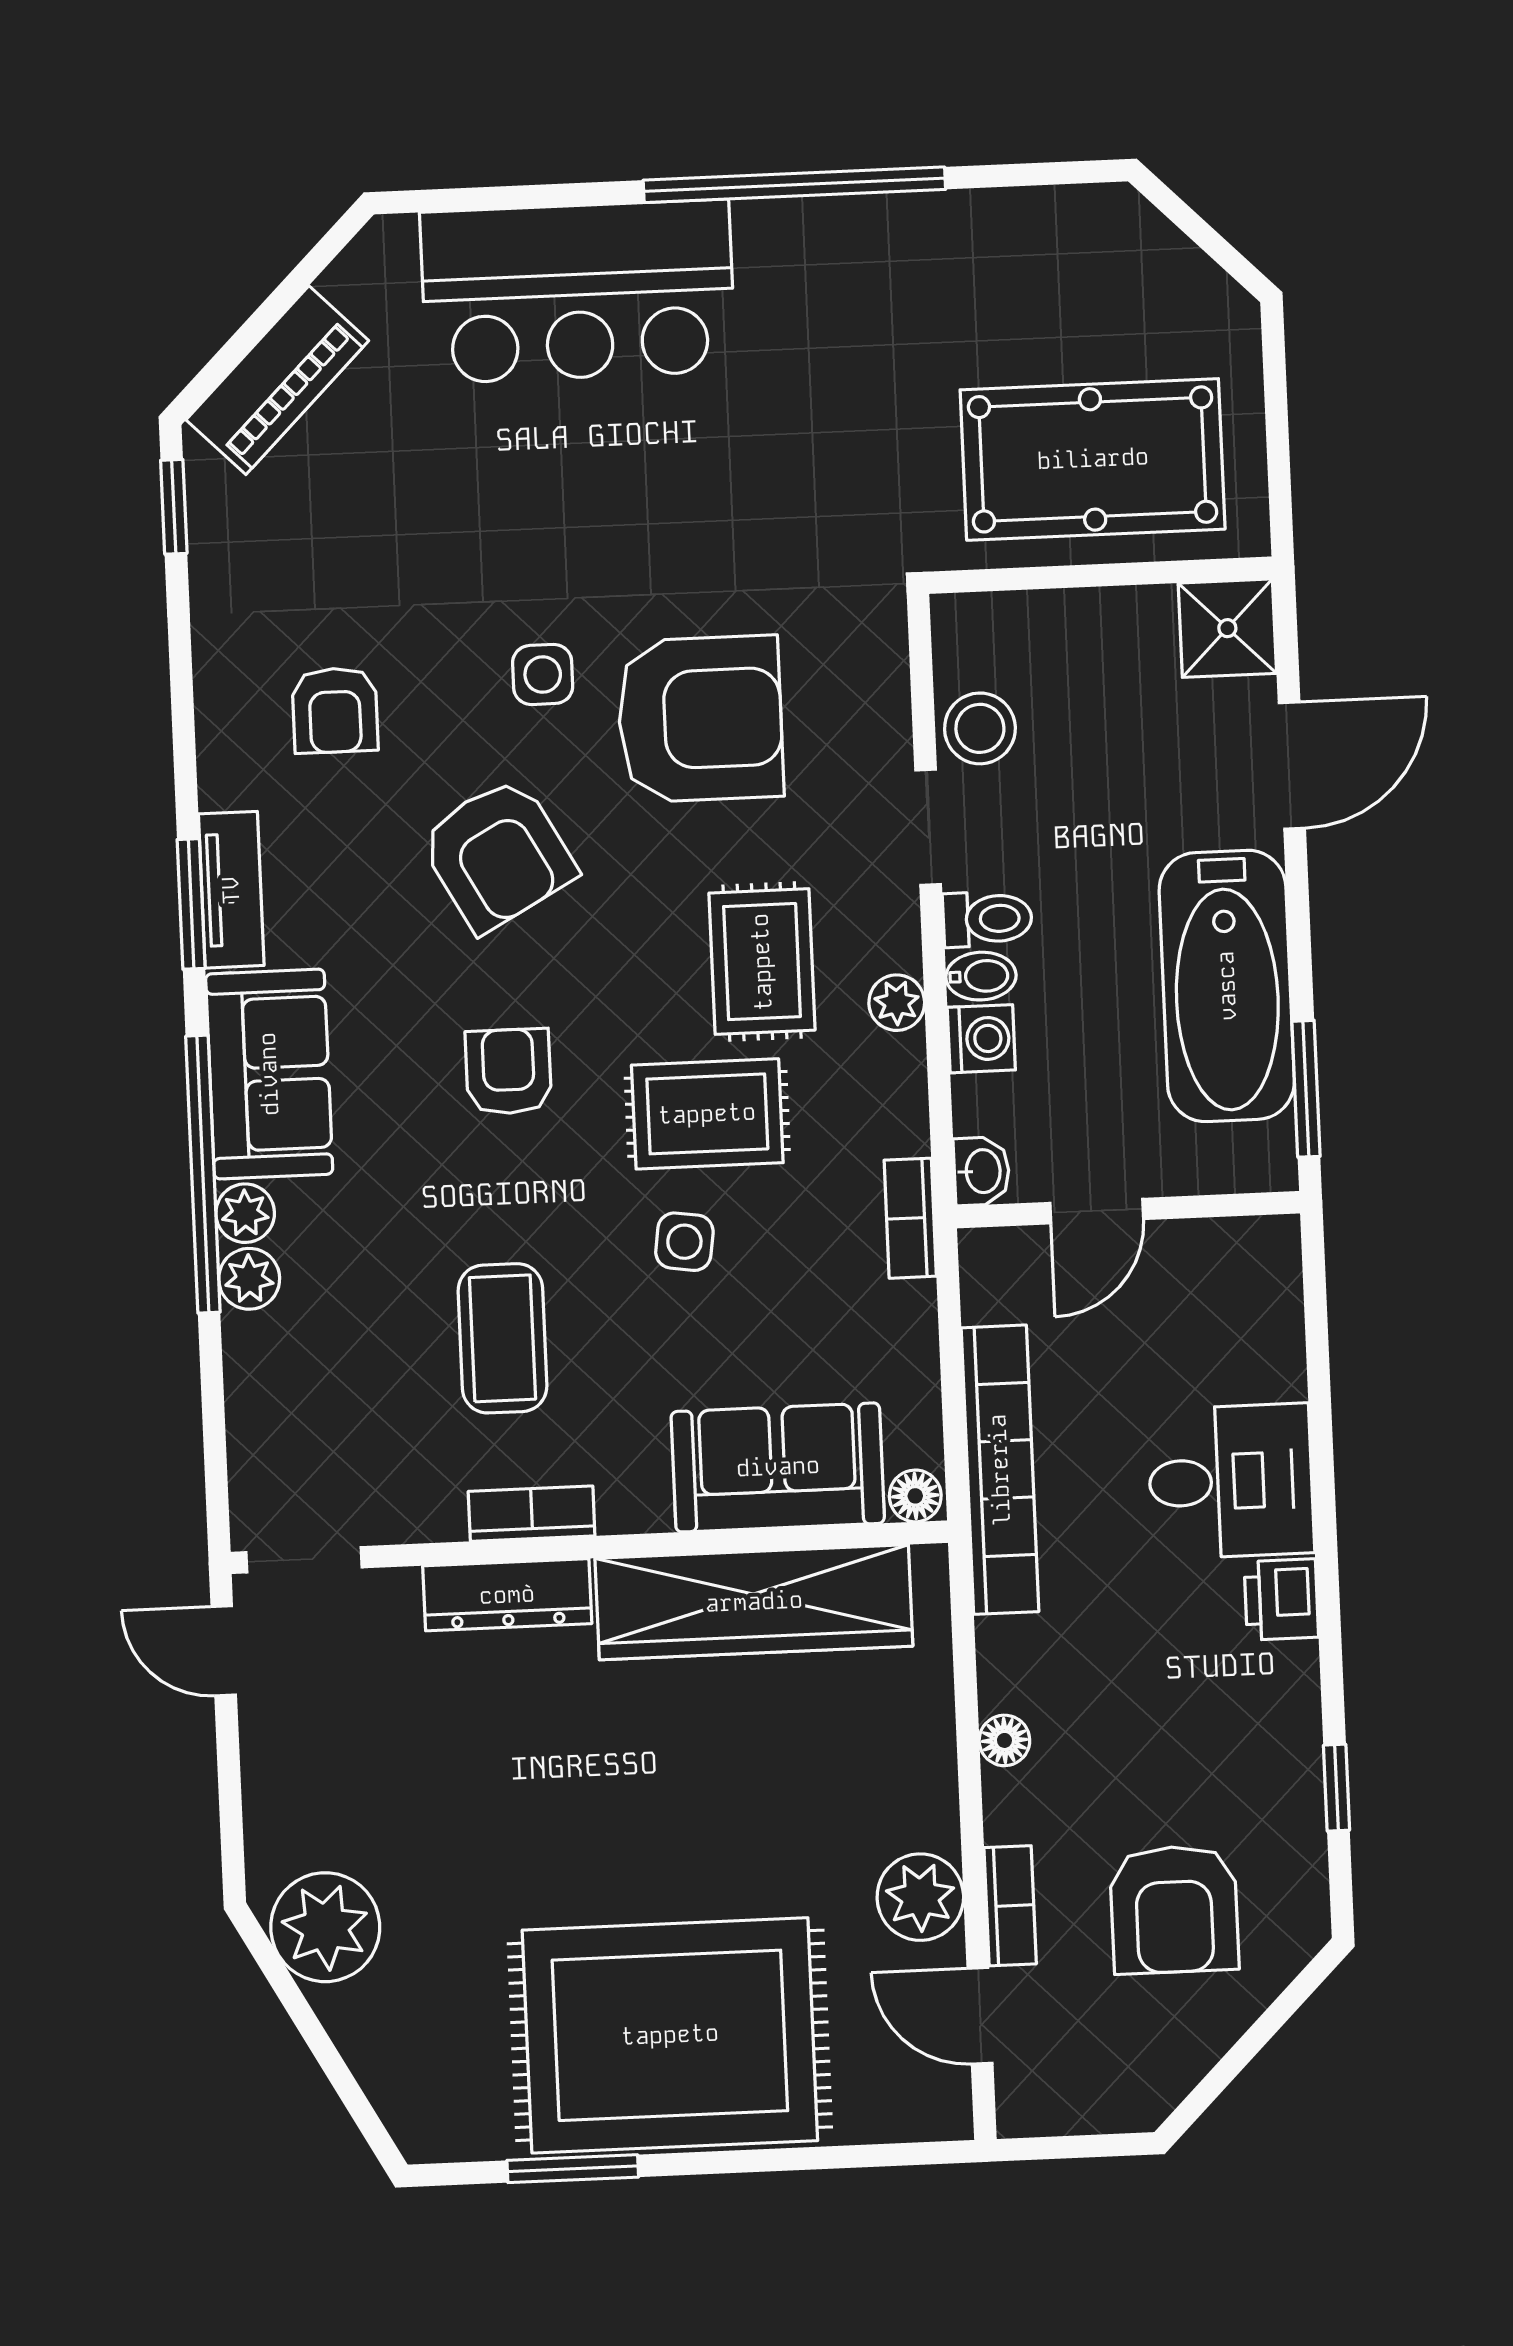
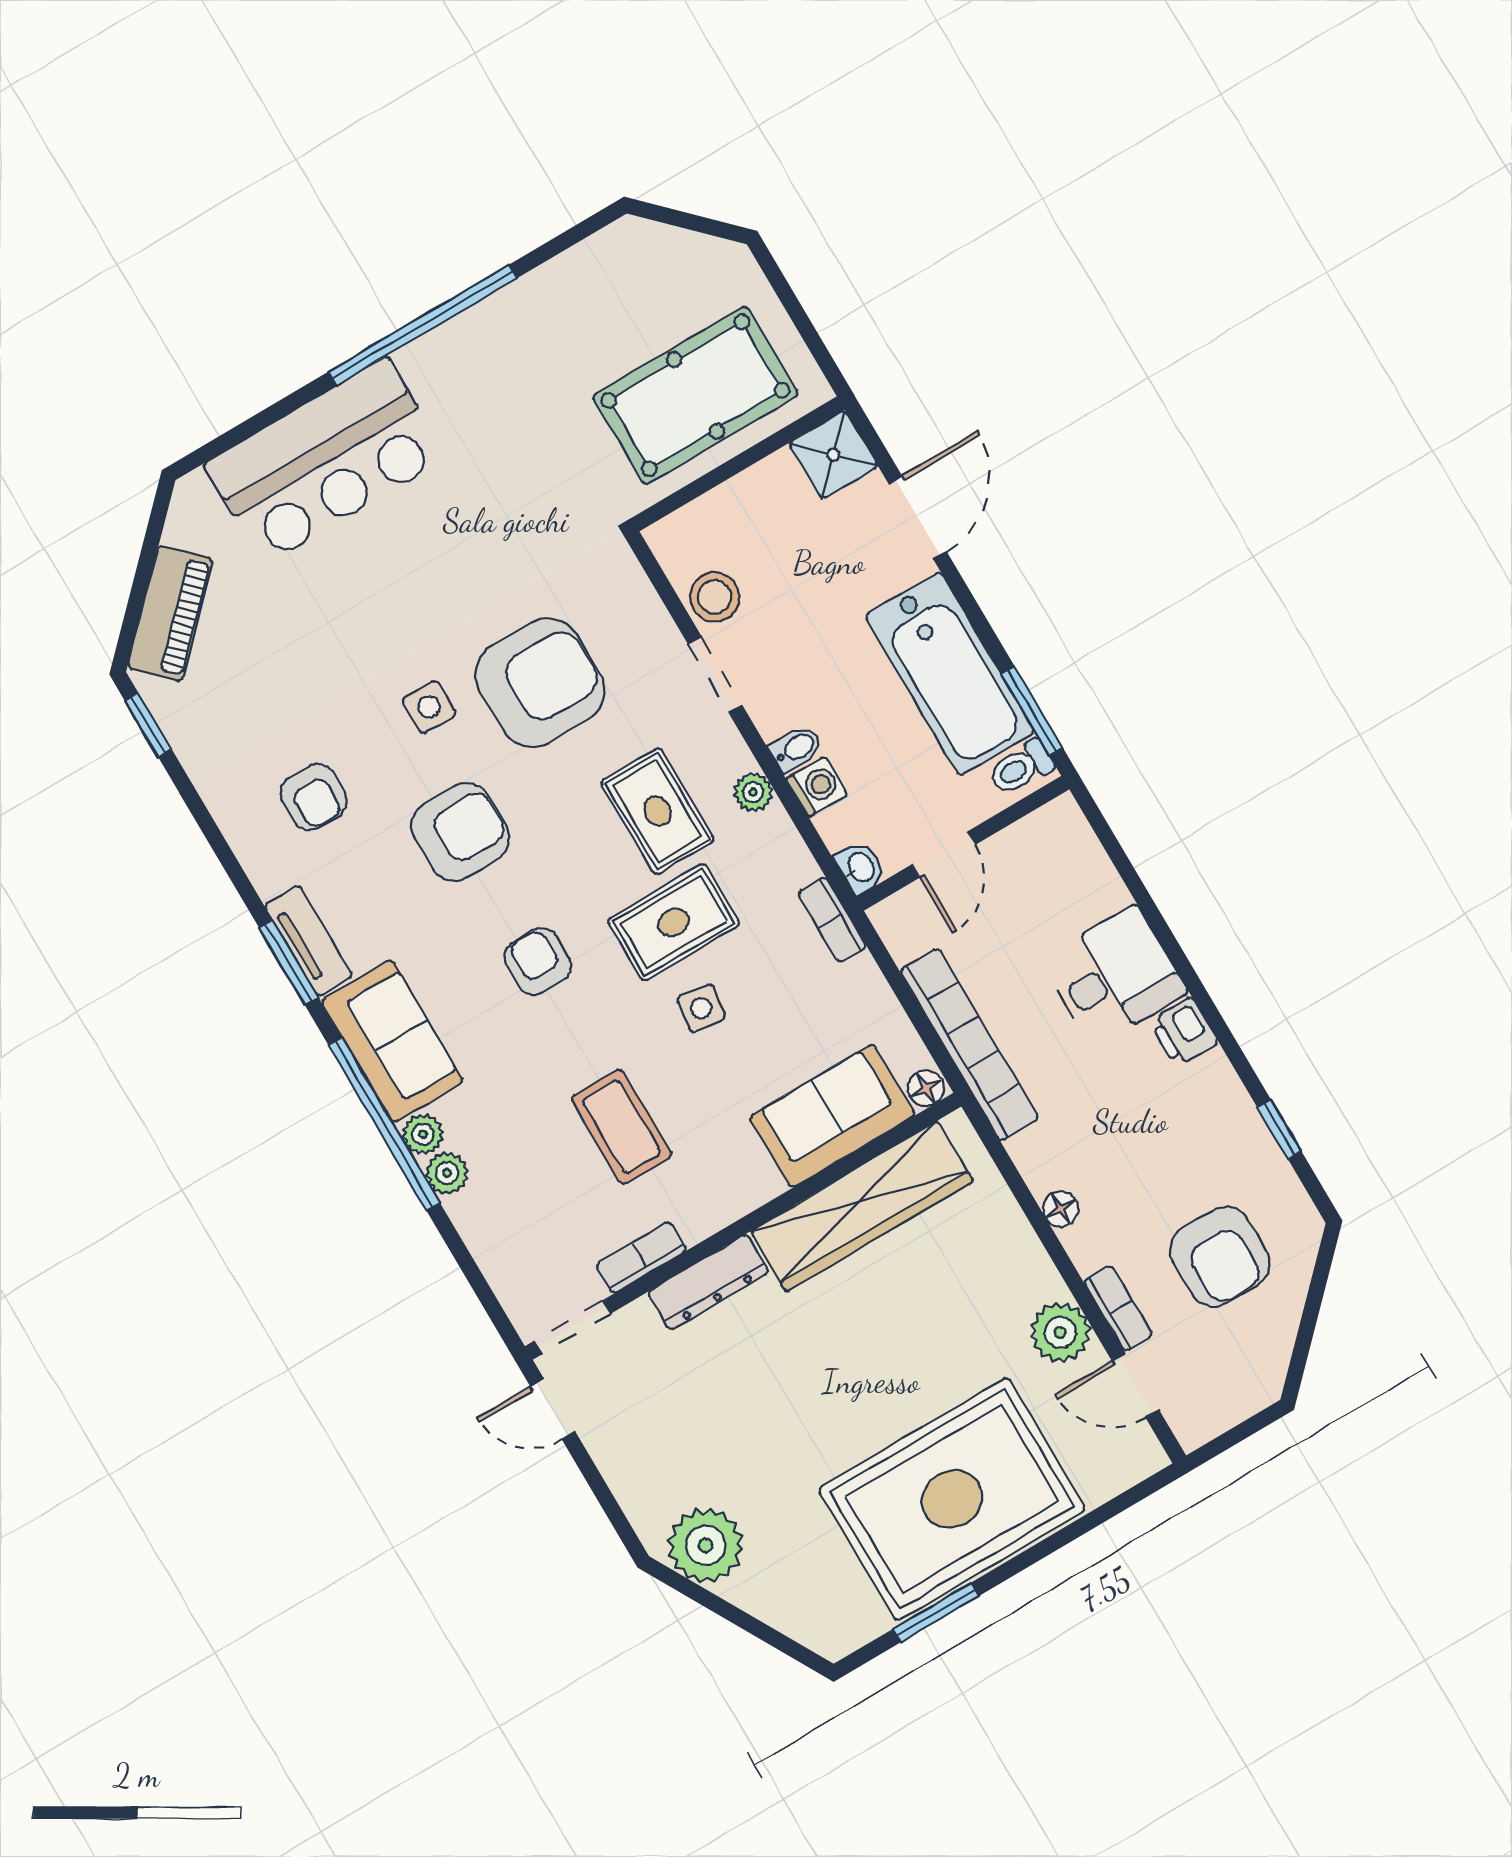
armchair: (498, 854) -> (460, 832), turned -61
toilet: (987, 919) -> (1021, 767), moved, turned 180
bookcase: (532, 1514) -> (641, 1258), moved

